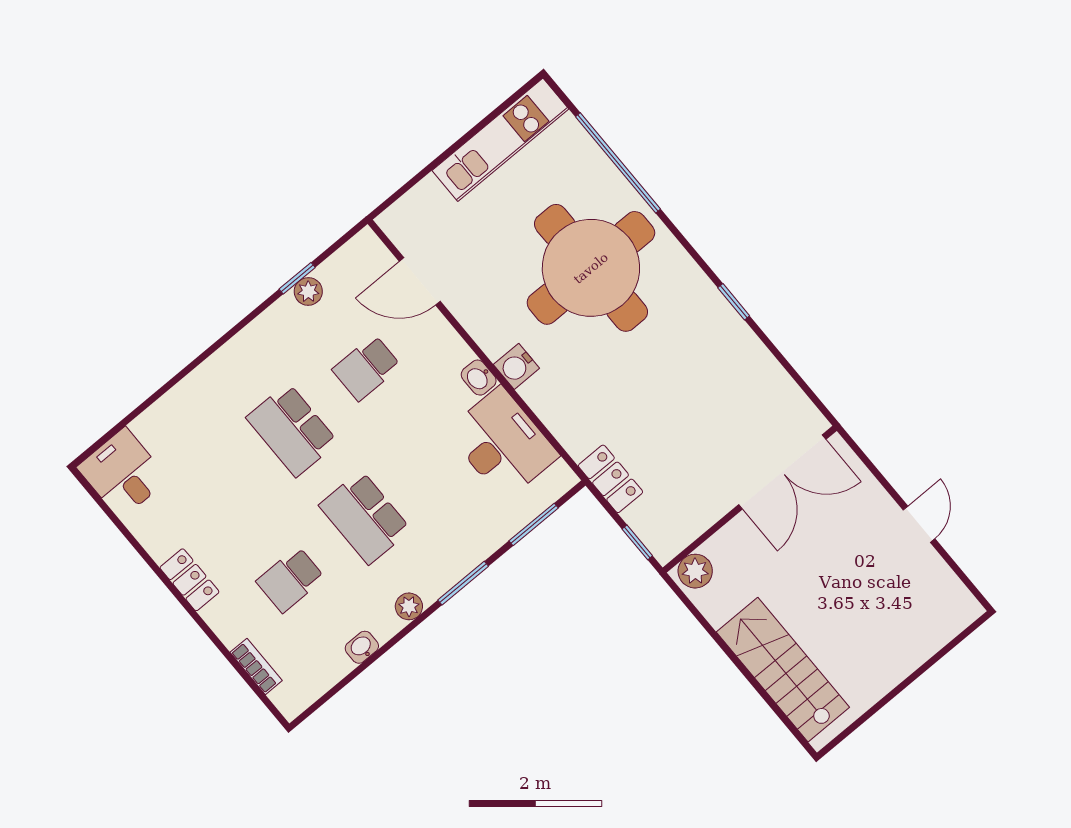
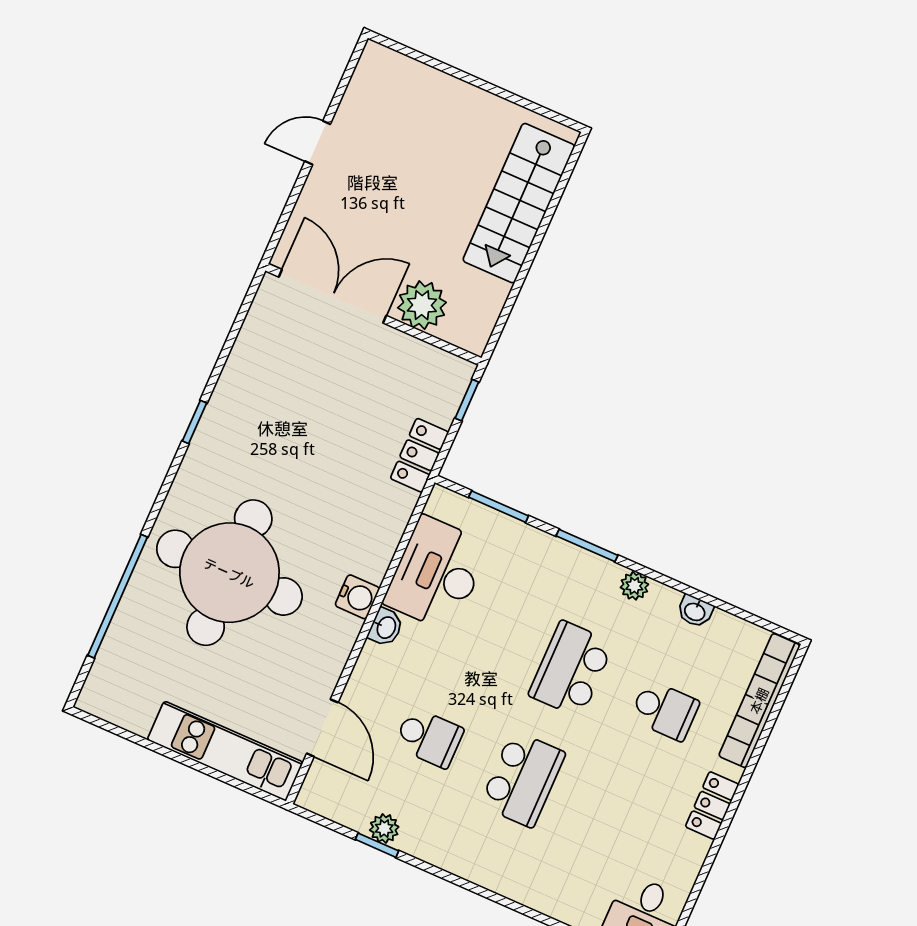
kitchen unit: (500, 140) -> (225, 751), moved
school desk: (365, 517) -> (571, 669), turned 180
plant: (695, 571) -> (422, 305), moved, width x1.36, depth x1.36
bookcase: (256, 666) -> (759, 701), width x2.31, depth x1.31

